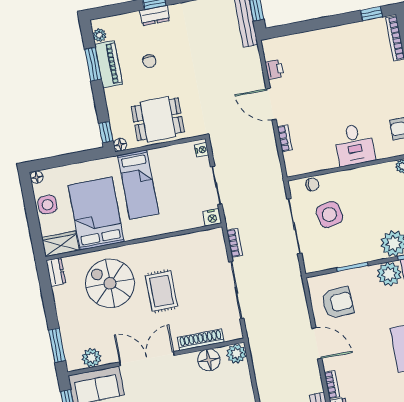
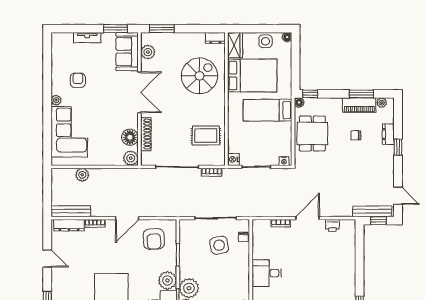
dresser: (155, 15) -> (388, 134), moved
rug: (162, 291) -> (206, 135), moved

